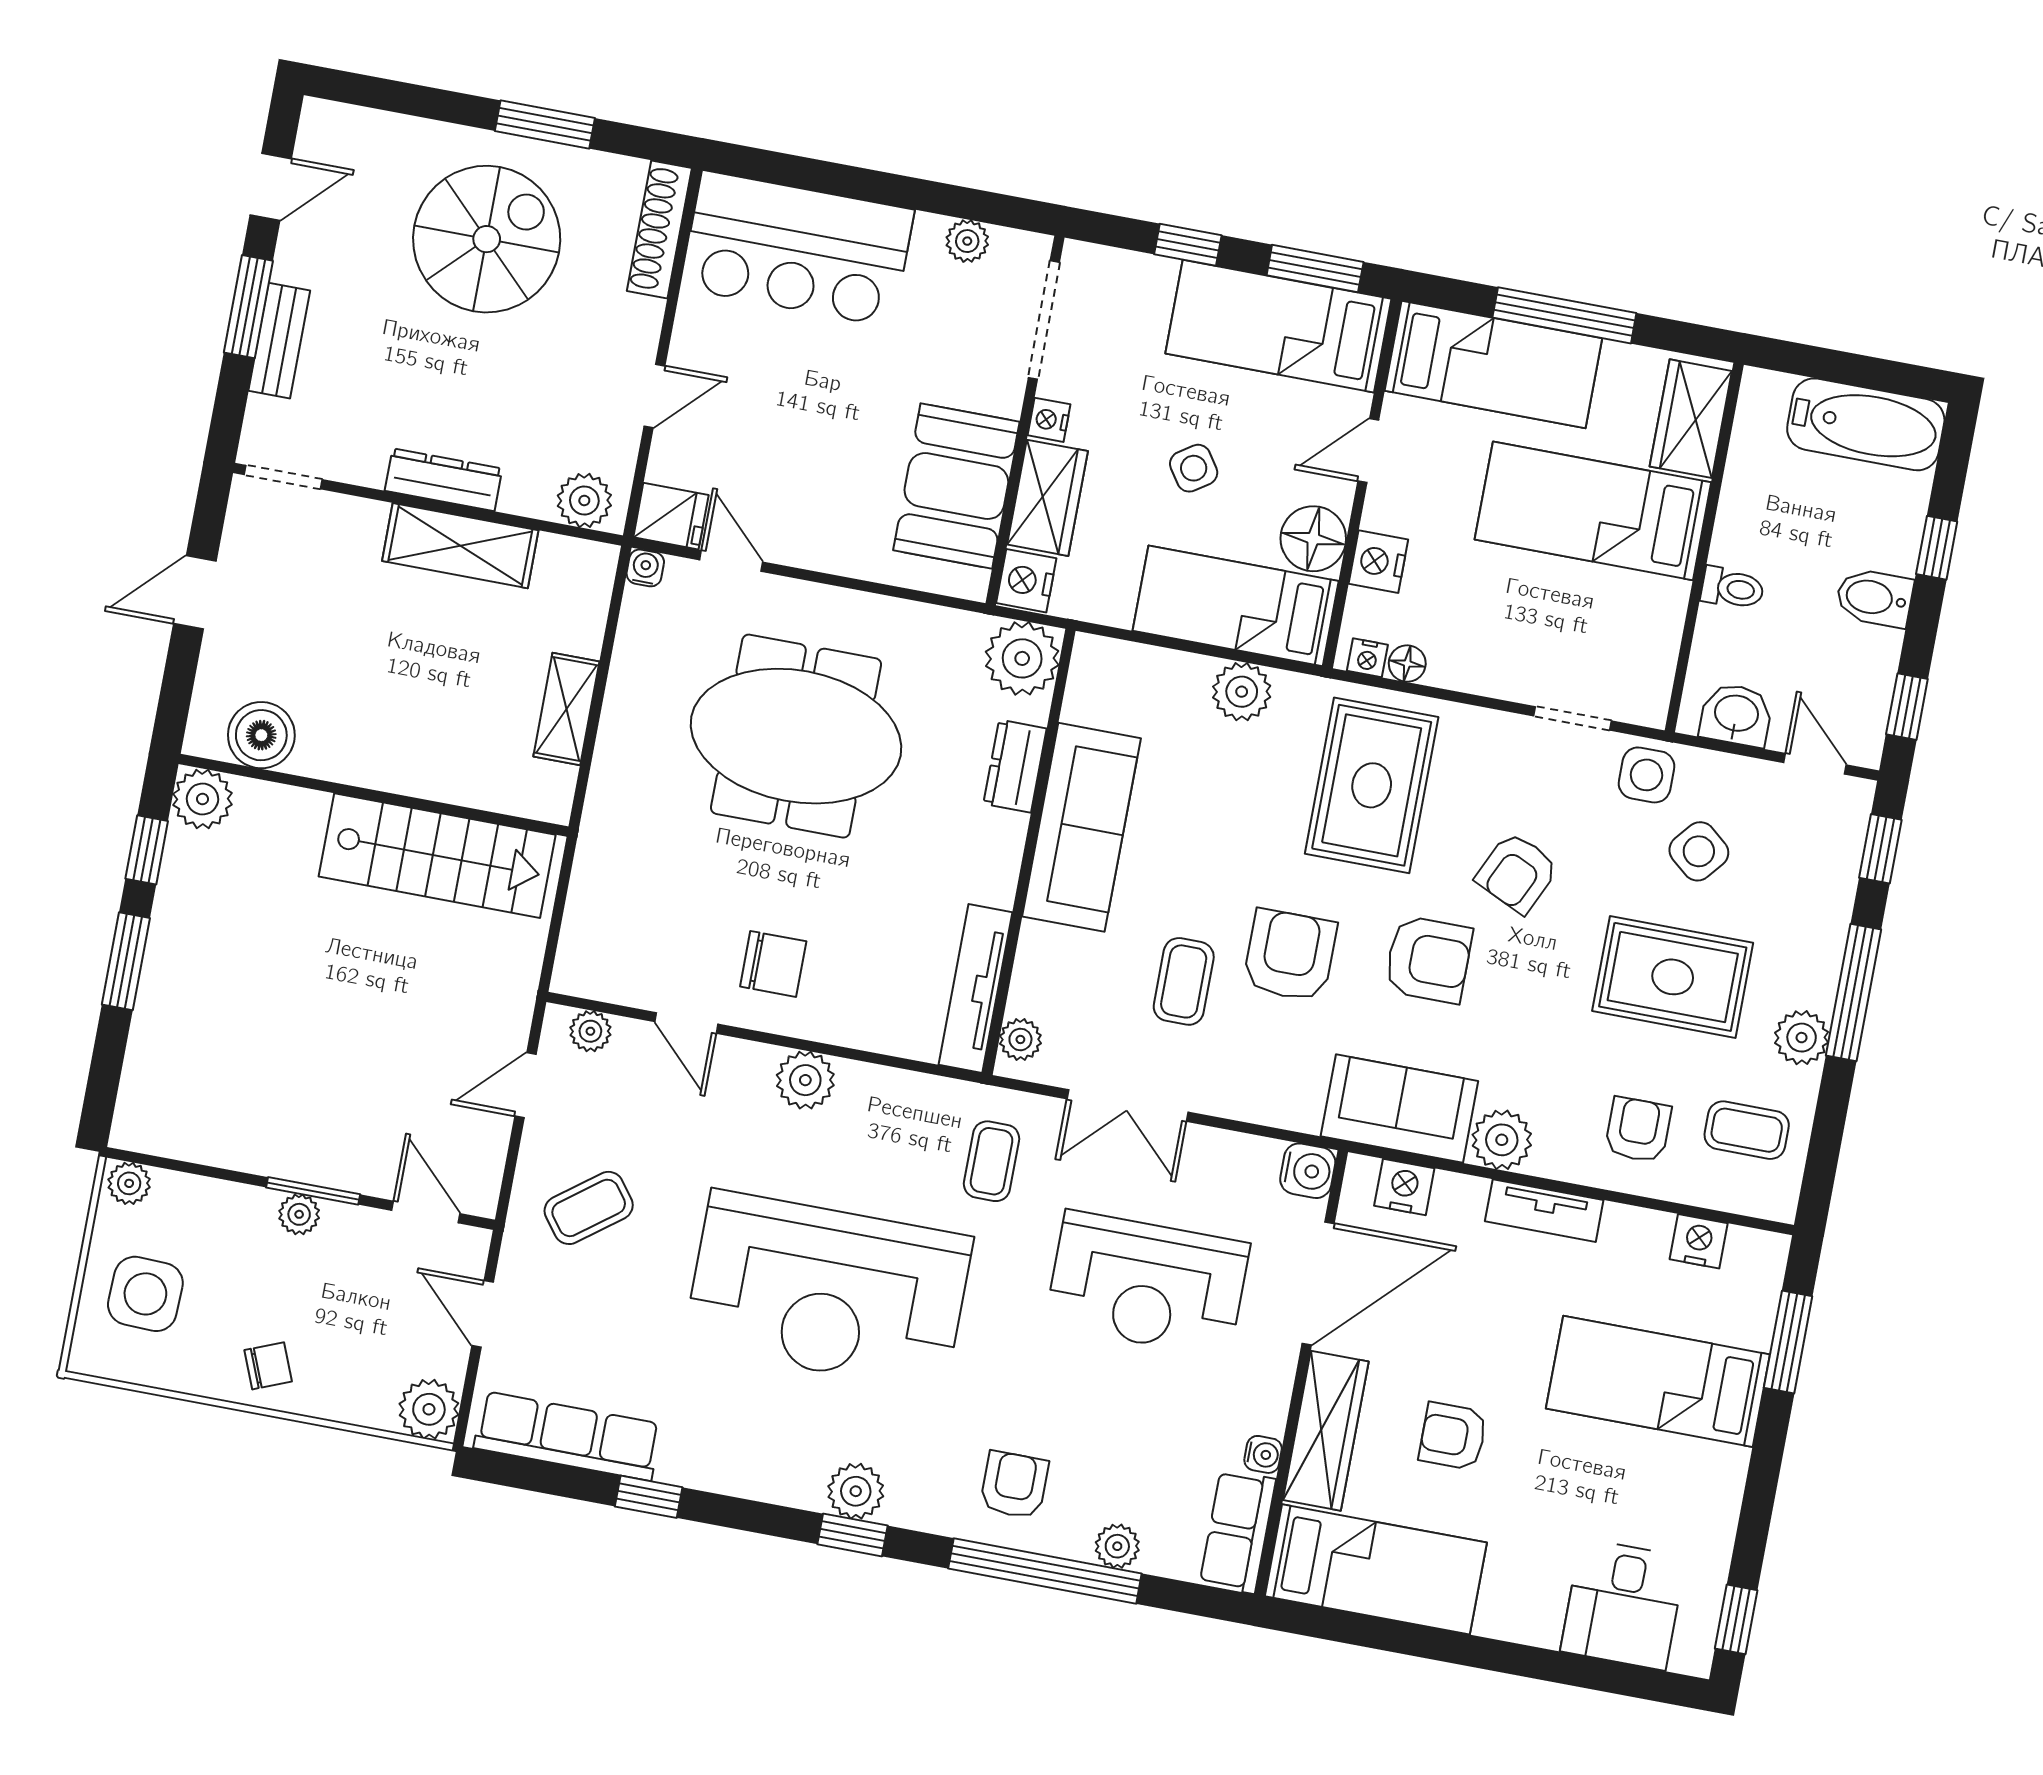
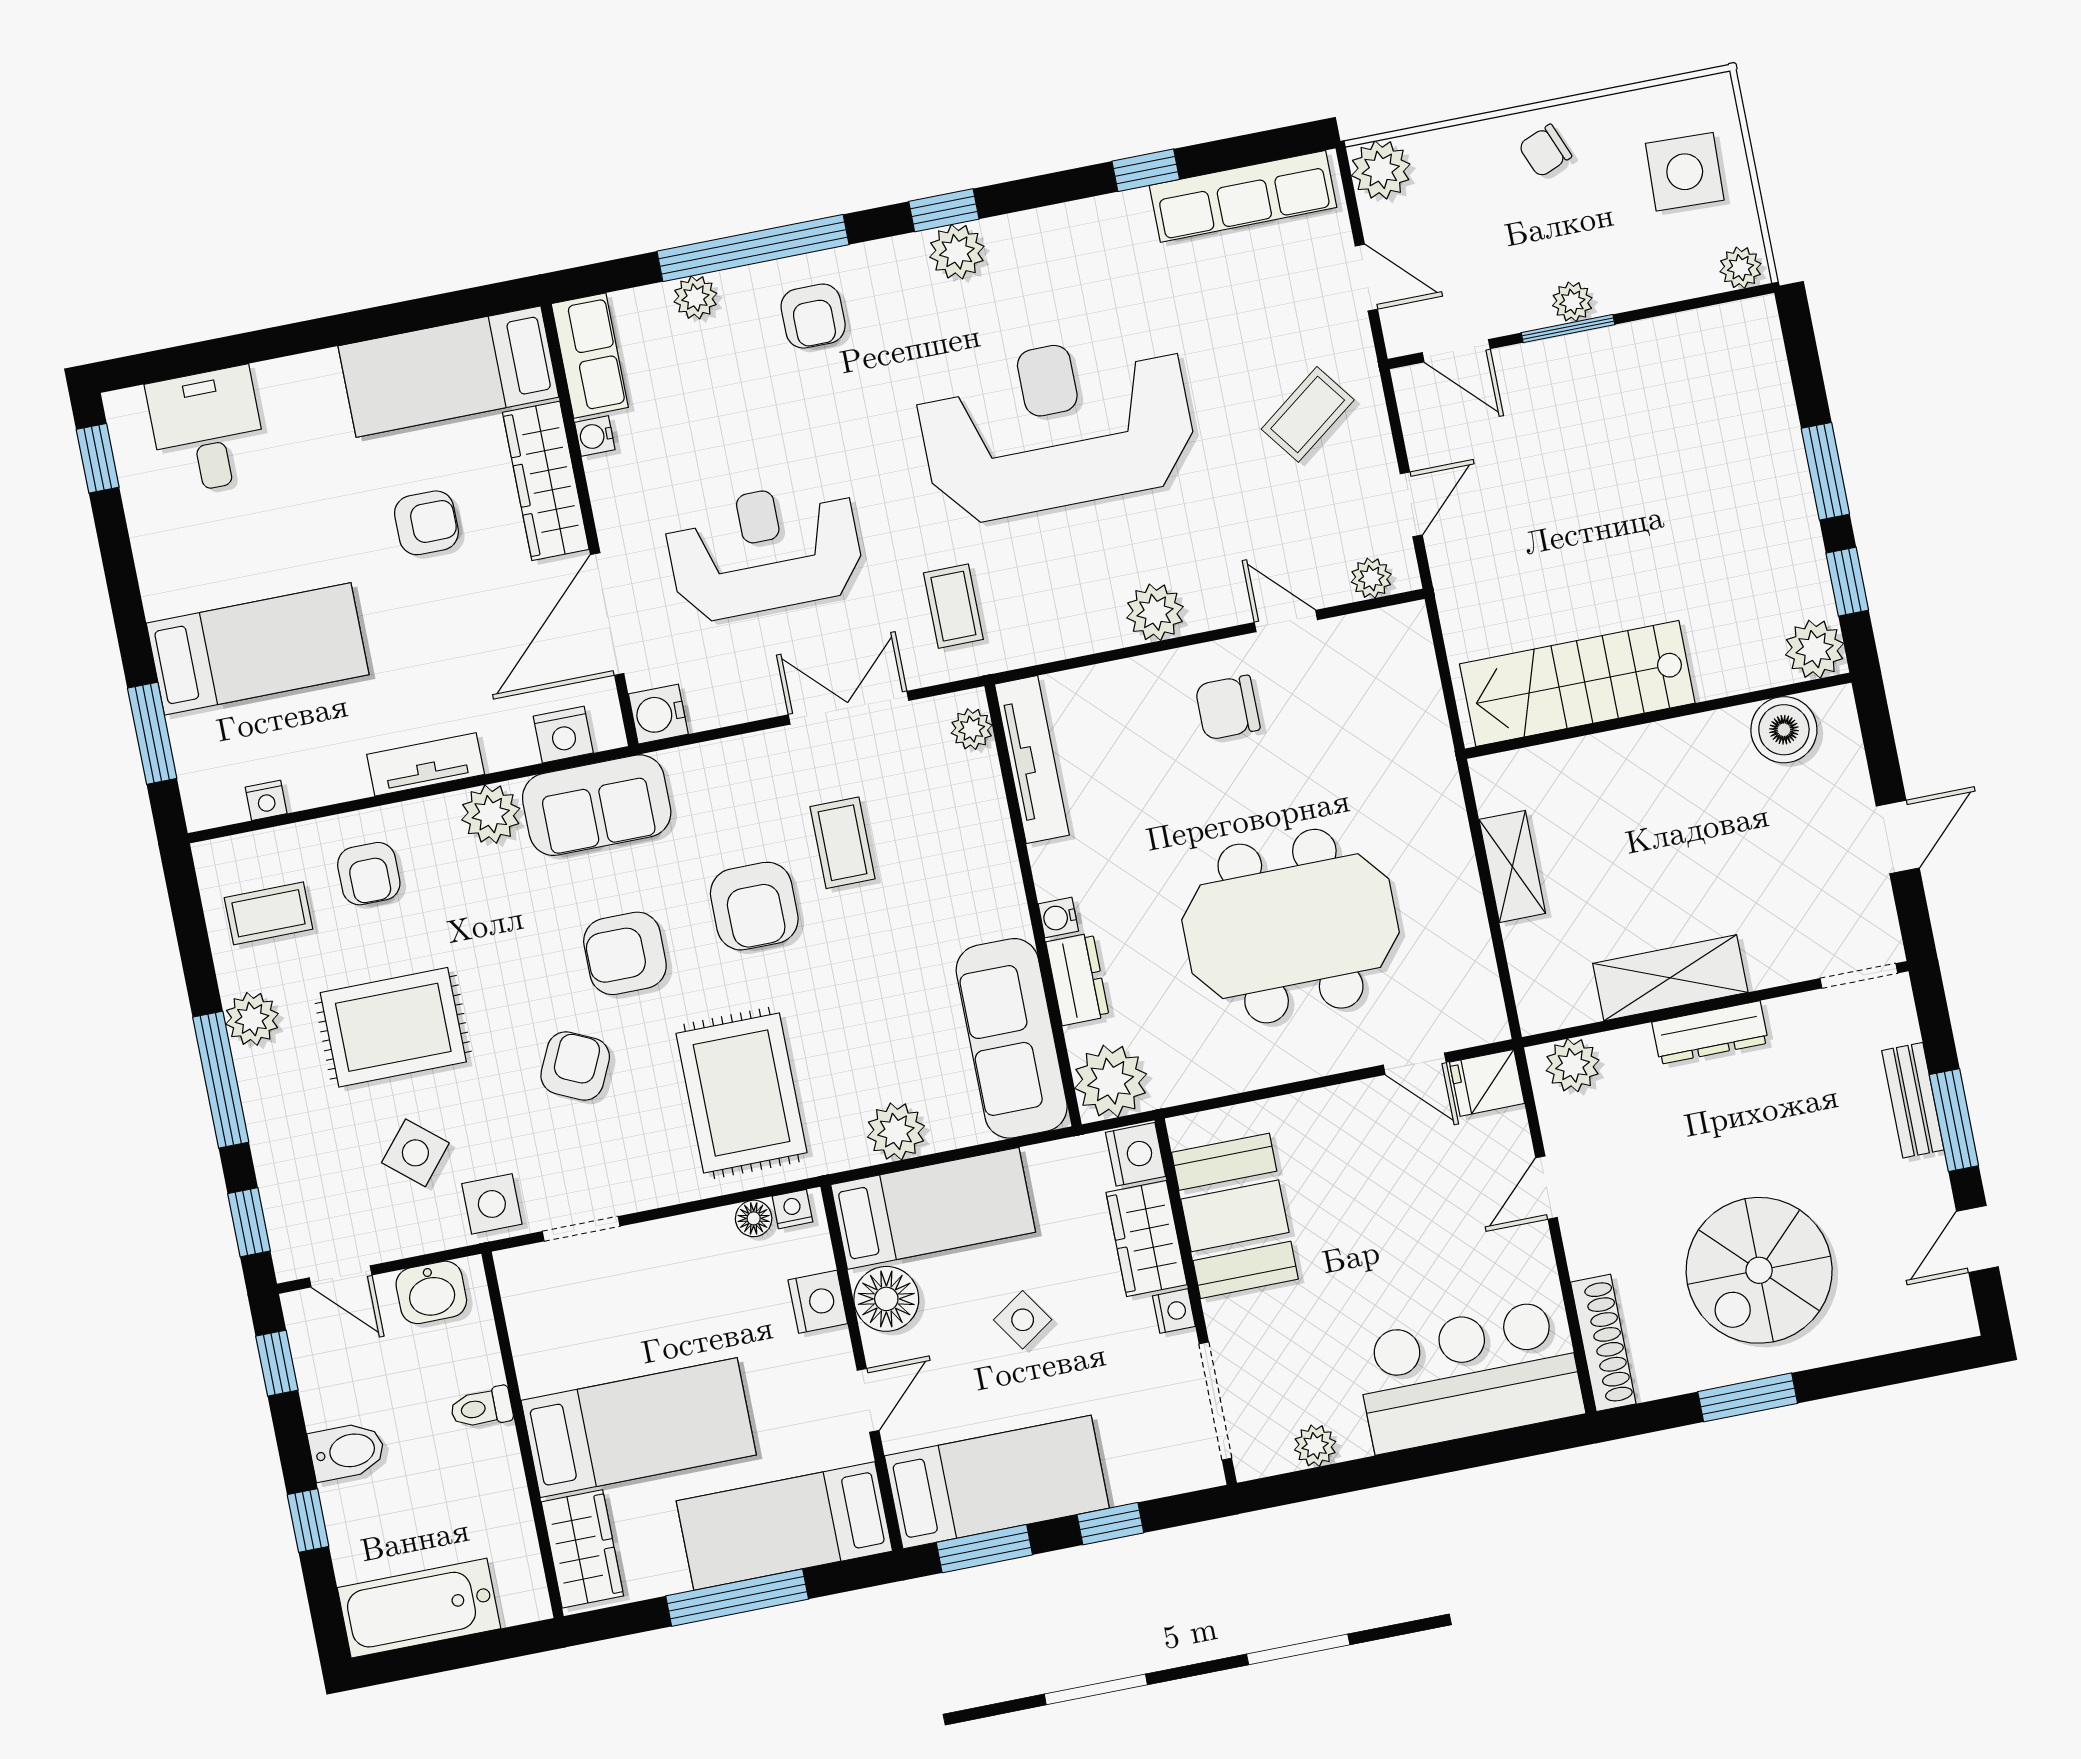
water cooler: (645, 568) -> (1058, 917), moved, turned 90
sofa: (1081, 827) -> (1012, 1038), moved
nightstand: (1699, 1241) -> (266, 800), width x0.72, depth x0.74

